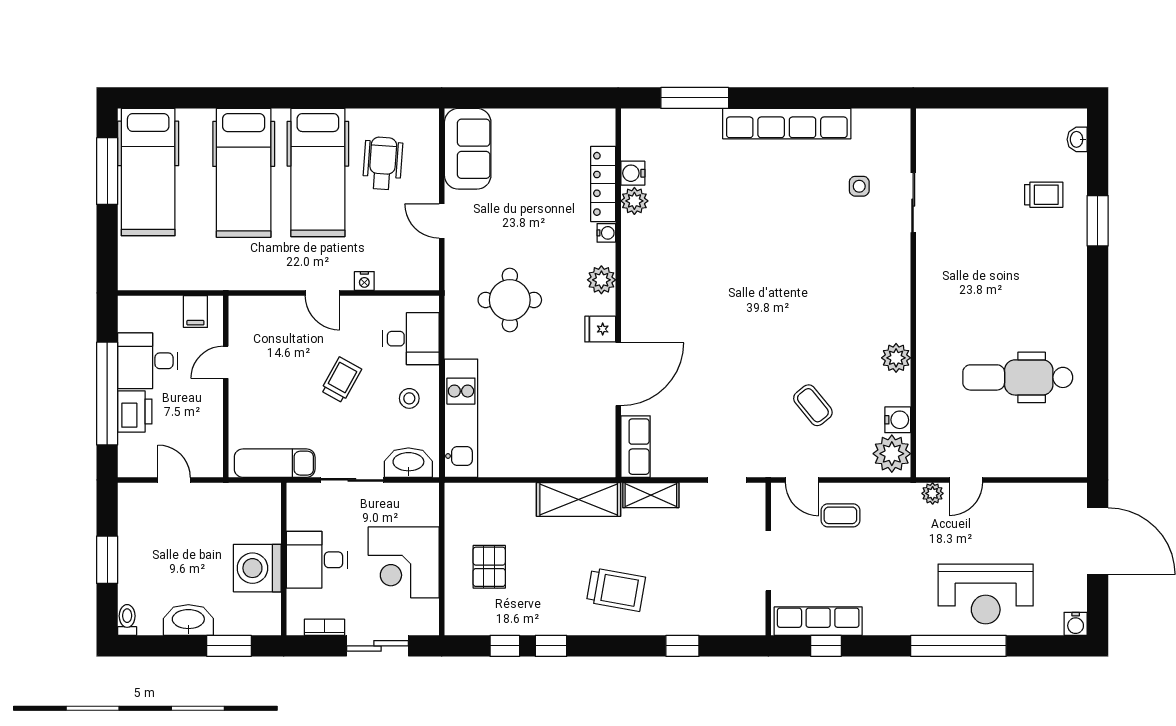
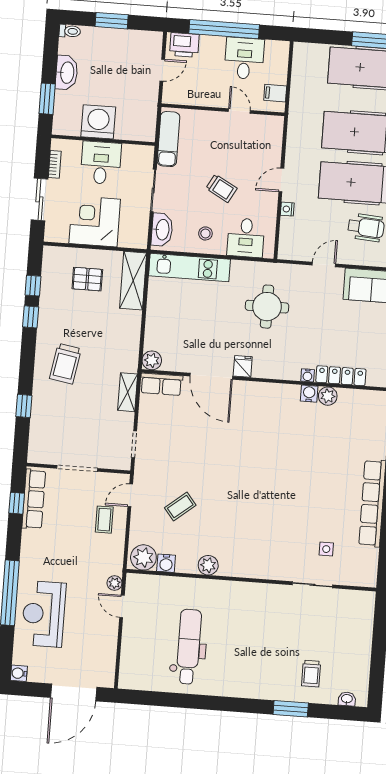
water cooler: (633, 173) -> (309, 394), moved
plant: (601, 280) -> (152, 360), moved
printer: (135, 411) -> (184, 45), moved
shelving: (579, 499) -> (133, 281), moved

